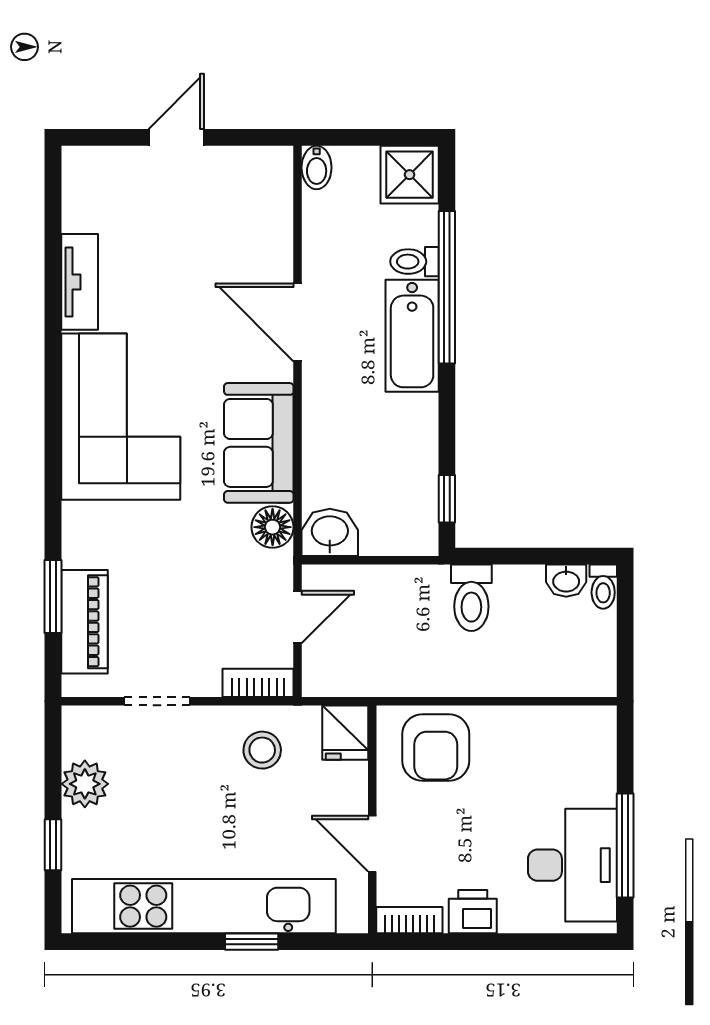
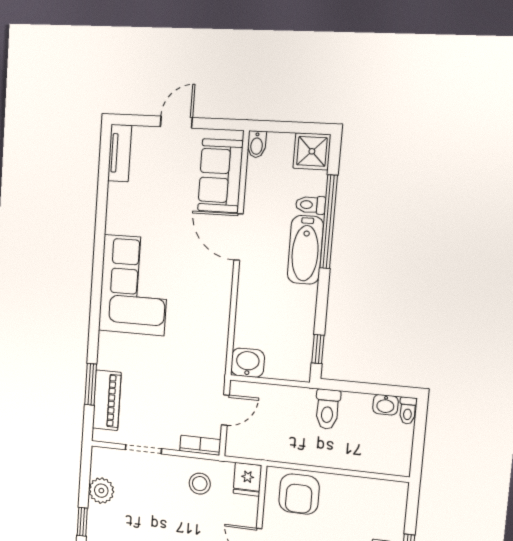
tv unit: (80, 282) -> (120, 153), moved
sofa: (259, 443) -> (220, 176), moved
floor lamp: (273, 527) -> (215, 357), removed

